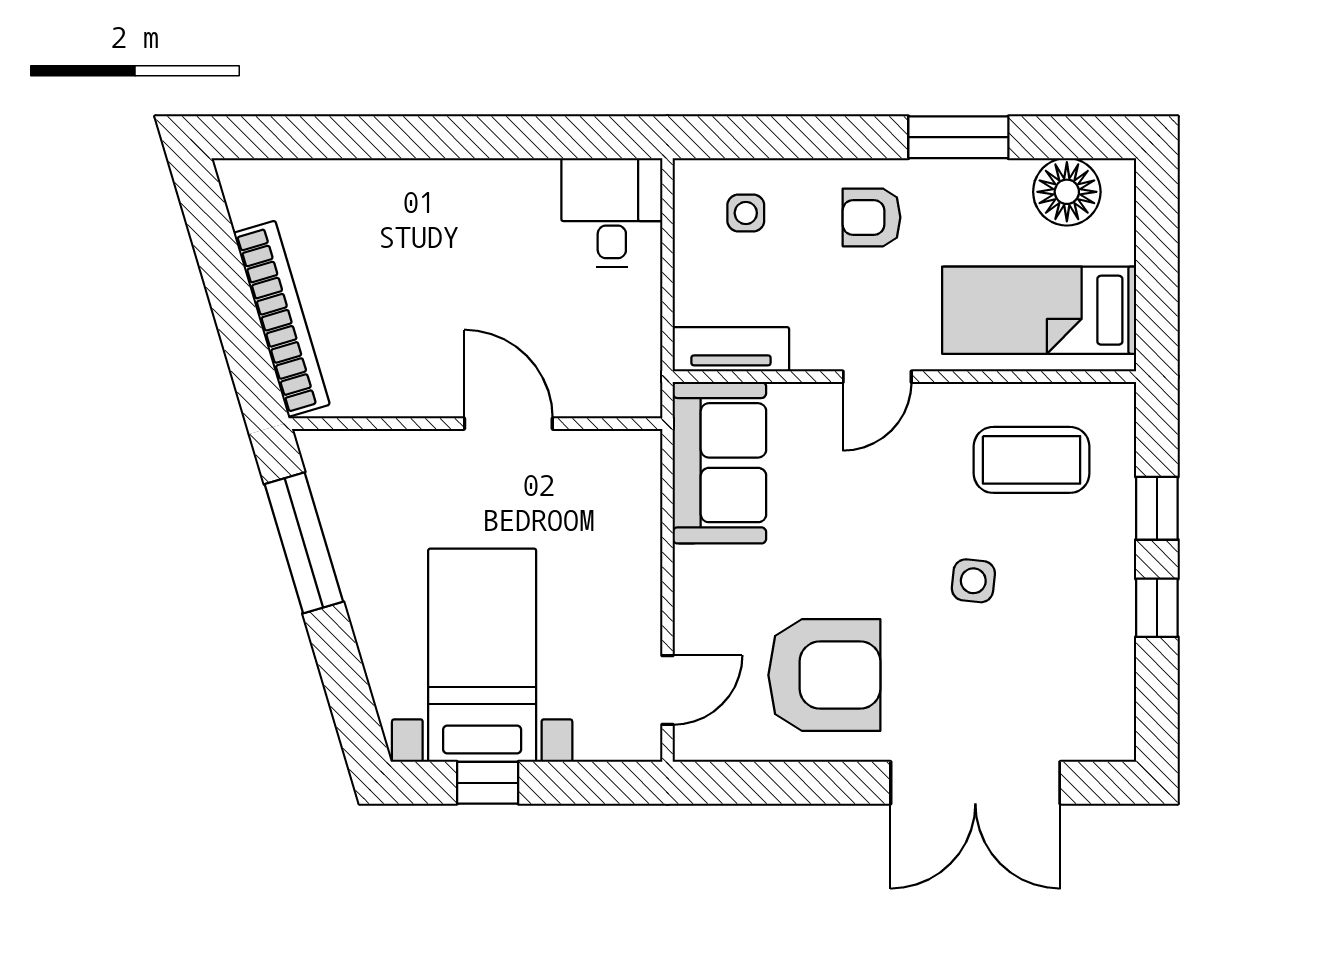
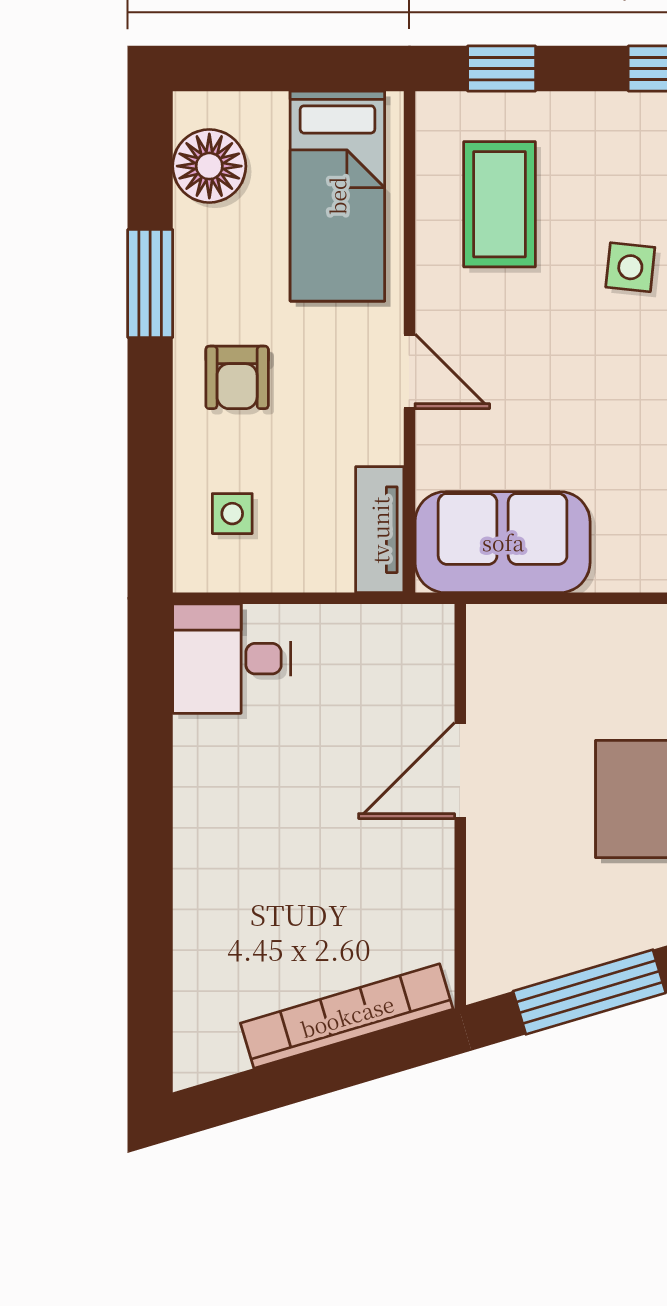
window: (1157, 508) -> (502, 69), moved

